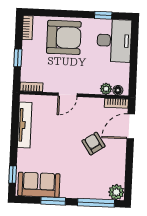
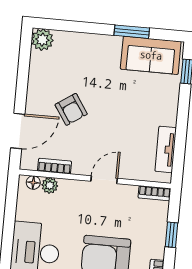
bookcase: (116, 103) -> (55, 166), moved
tv unit: (25, 125) -> (166, 149), width x0.71
window: (96, 203) -> (72, 26), removed

